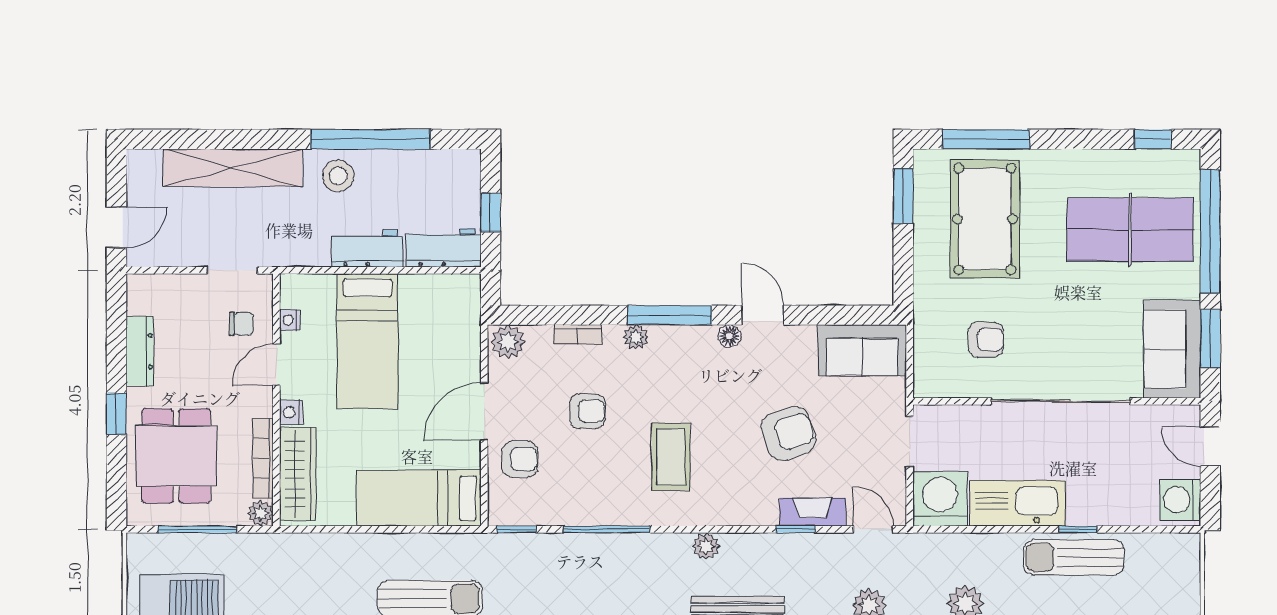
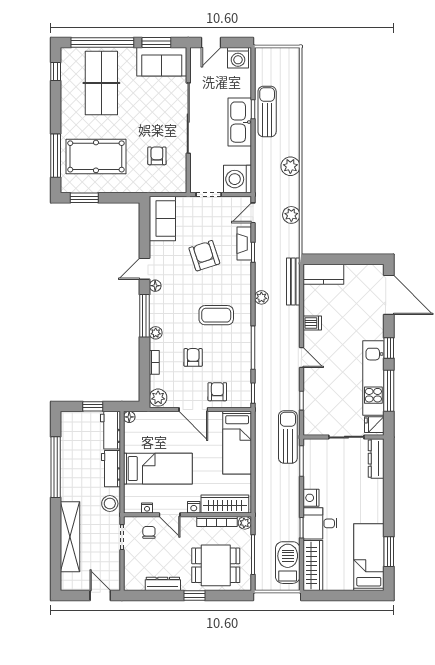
stool: (338, 176) -> (110, 504), moved
floor lamp: (470, 285) -> (129, 417), added
kitchen sink: (1018, 503) -> (240, 122), moved
sun lounger: (1074, 557) -> (267, 111), turned 180

